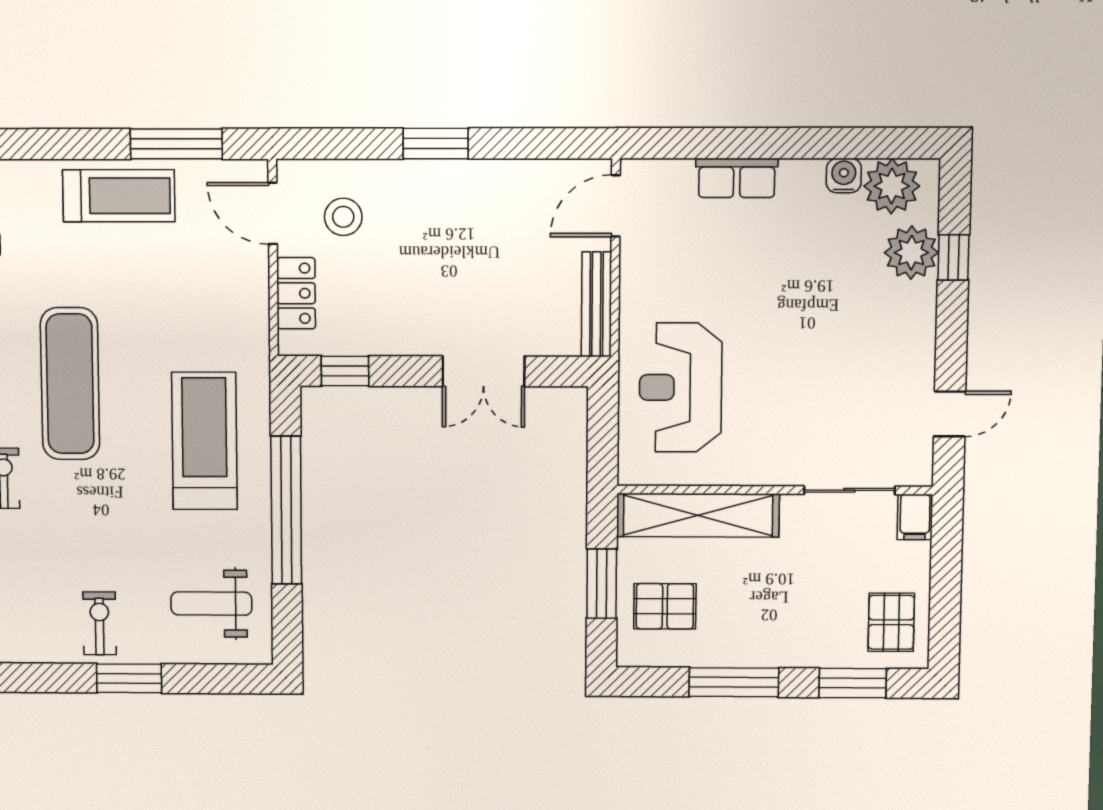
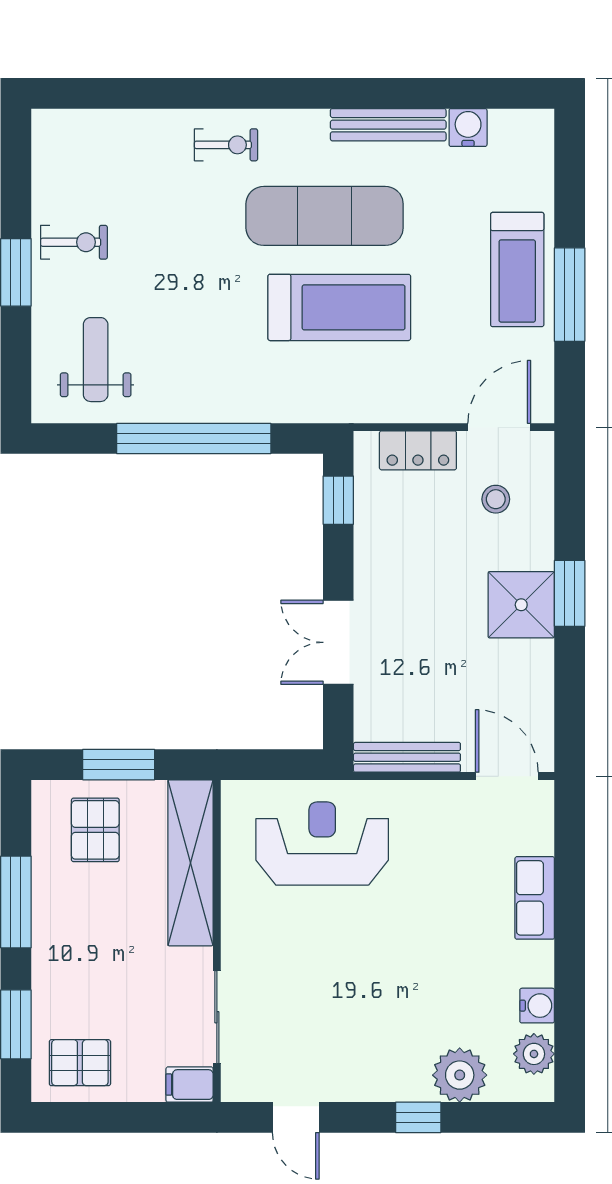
window: (176, 144) -> (570, 295), moved
plant: (892, 186) -> (534, 1054), width x0.73, depth x0.73
shower: (447, 192) -> (521, 605), added
stool: (343, 217) -> (496, 499), width x0.73, depth x0.73
window: (953, 257) -> (418, 1117), moved
treadmill: (204, 441) -> (339, 307), moved

